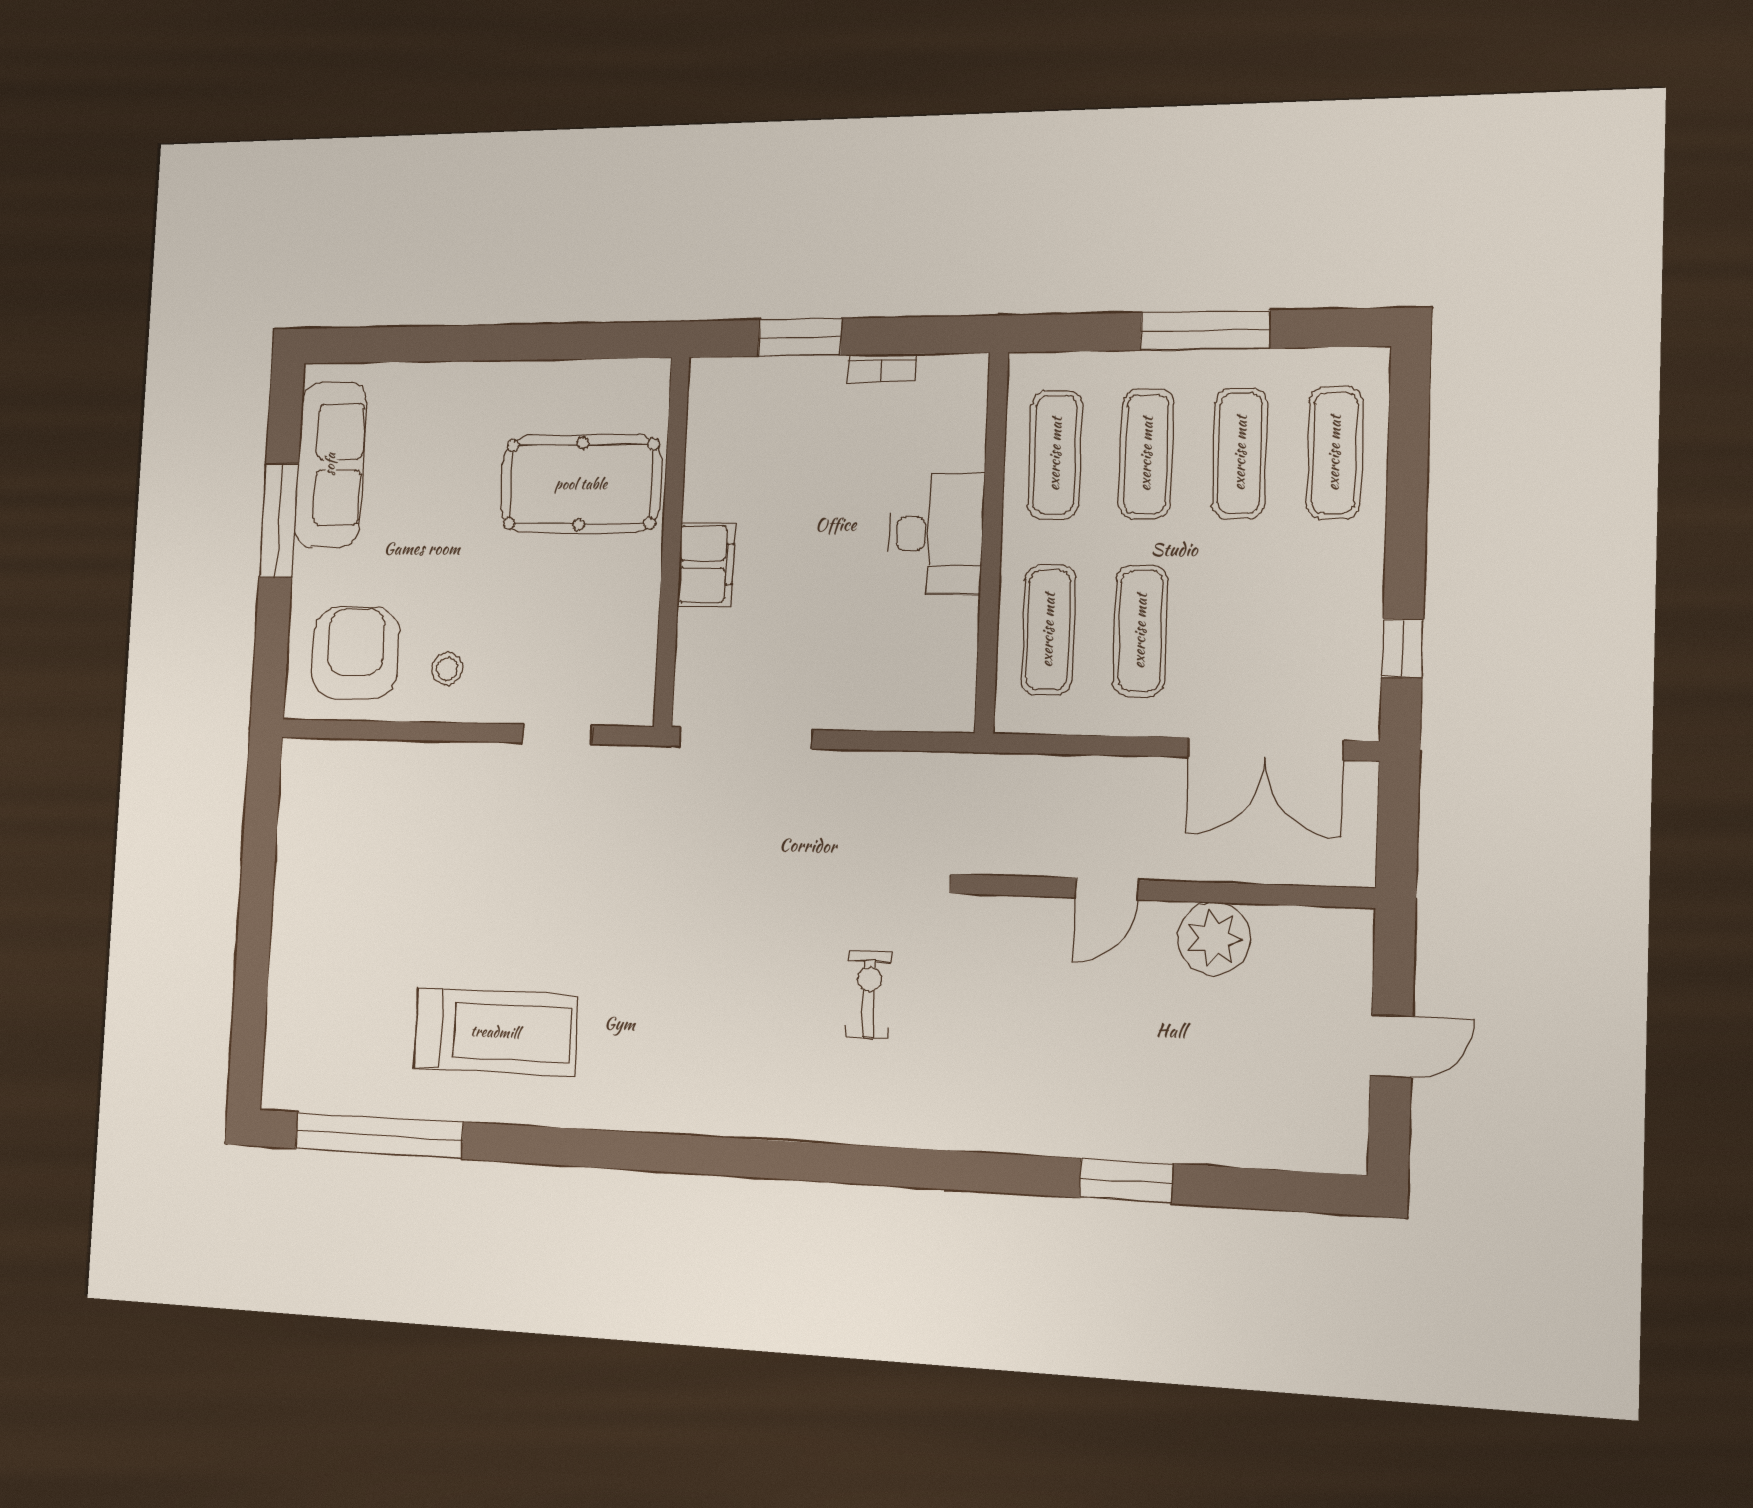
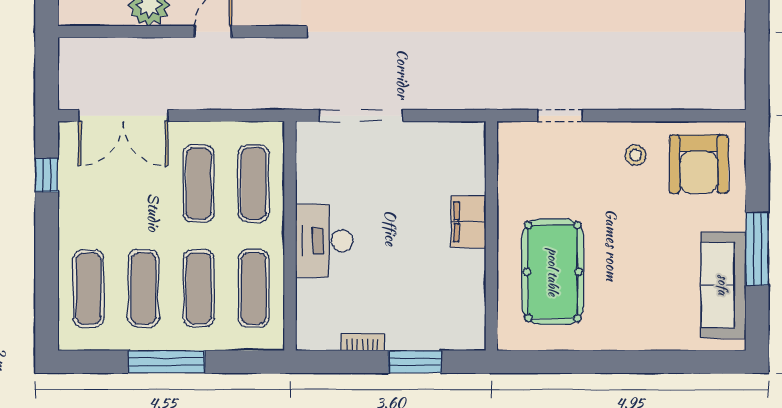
pool table: (581, 484) -> (553, 272), turned 90
doorway: (746, 738) -> (361, 116), moved
double door: (1265, 749) -> (123, 116), swing flipped

